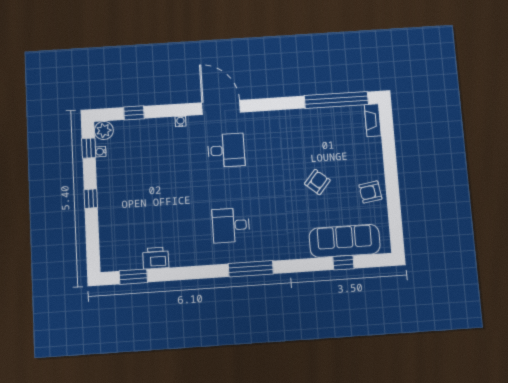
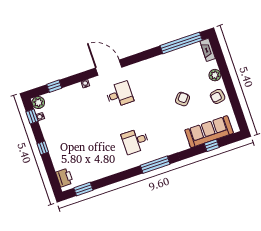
plant: (374, 160) -> (215, 75), added
printer: (156, 258) -> (64, 178), moved, turned 90

